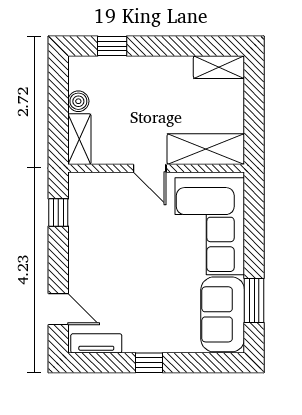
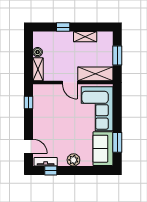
window: (112, 46) -> (63, 27), moved
shelving: (219, 67) -> (85, 37), moved
window: (254, 109) -> (117, 56), added
plant: (158, 339) -> (73, 160), added
window: (149, 363) -> (51, 171), moved

